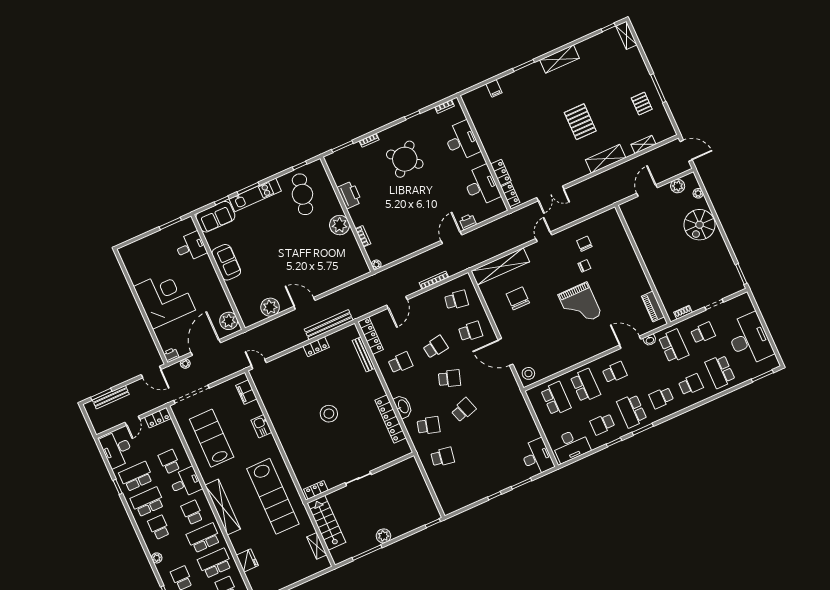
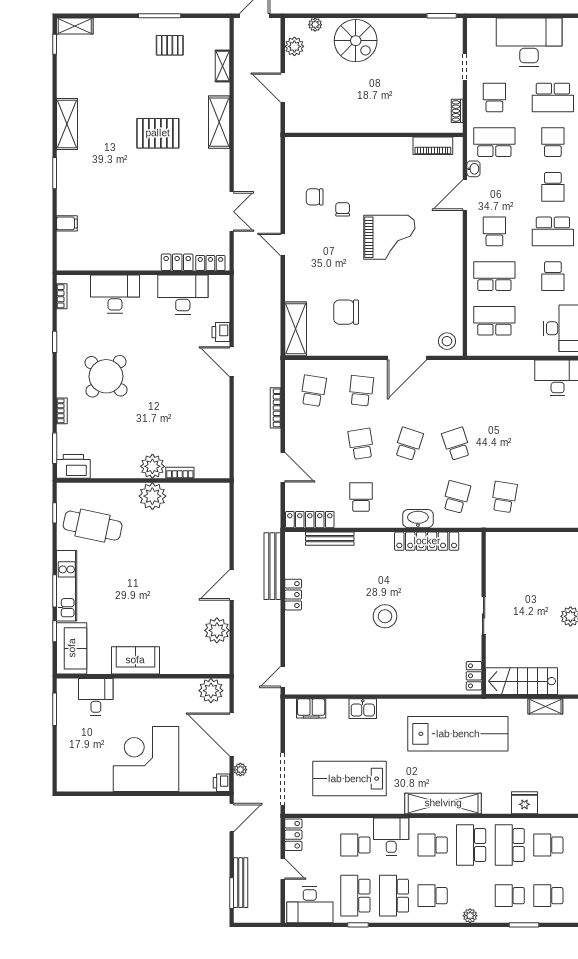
printer: (349, 195) -> (73, 466), moved
plant: (376, 265) -> (152, 466), moved, width x1.88, depth x1.88
shelving: (500, 266) -> (296, 329), width x0.68

